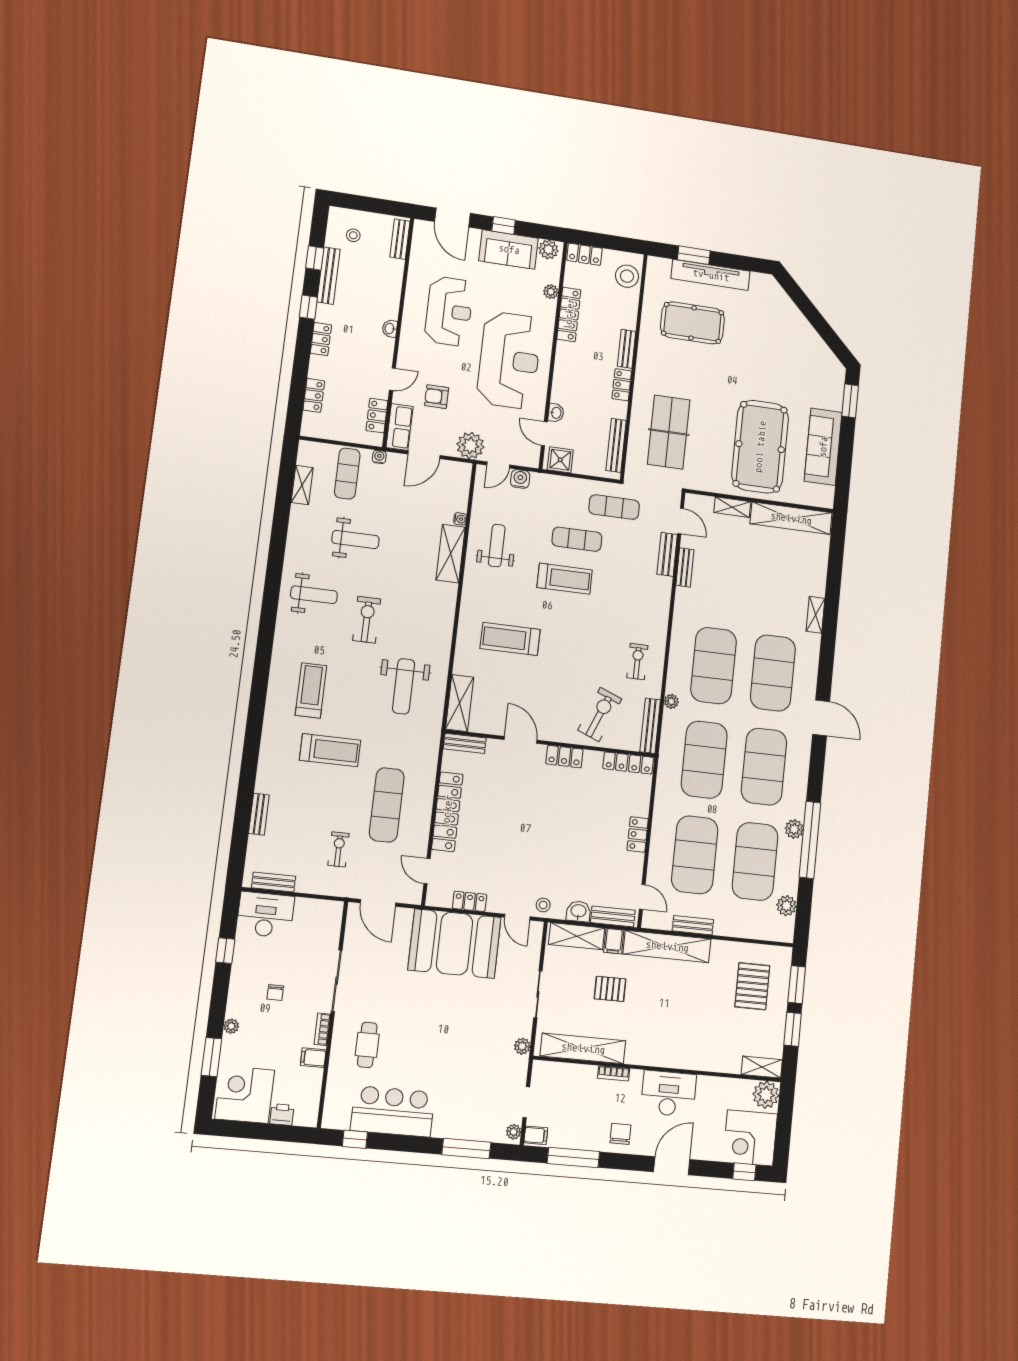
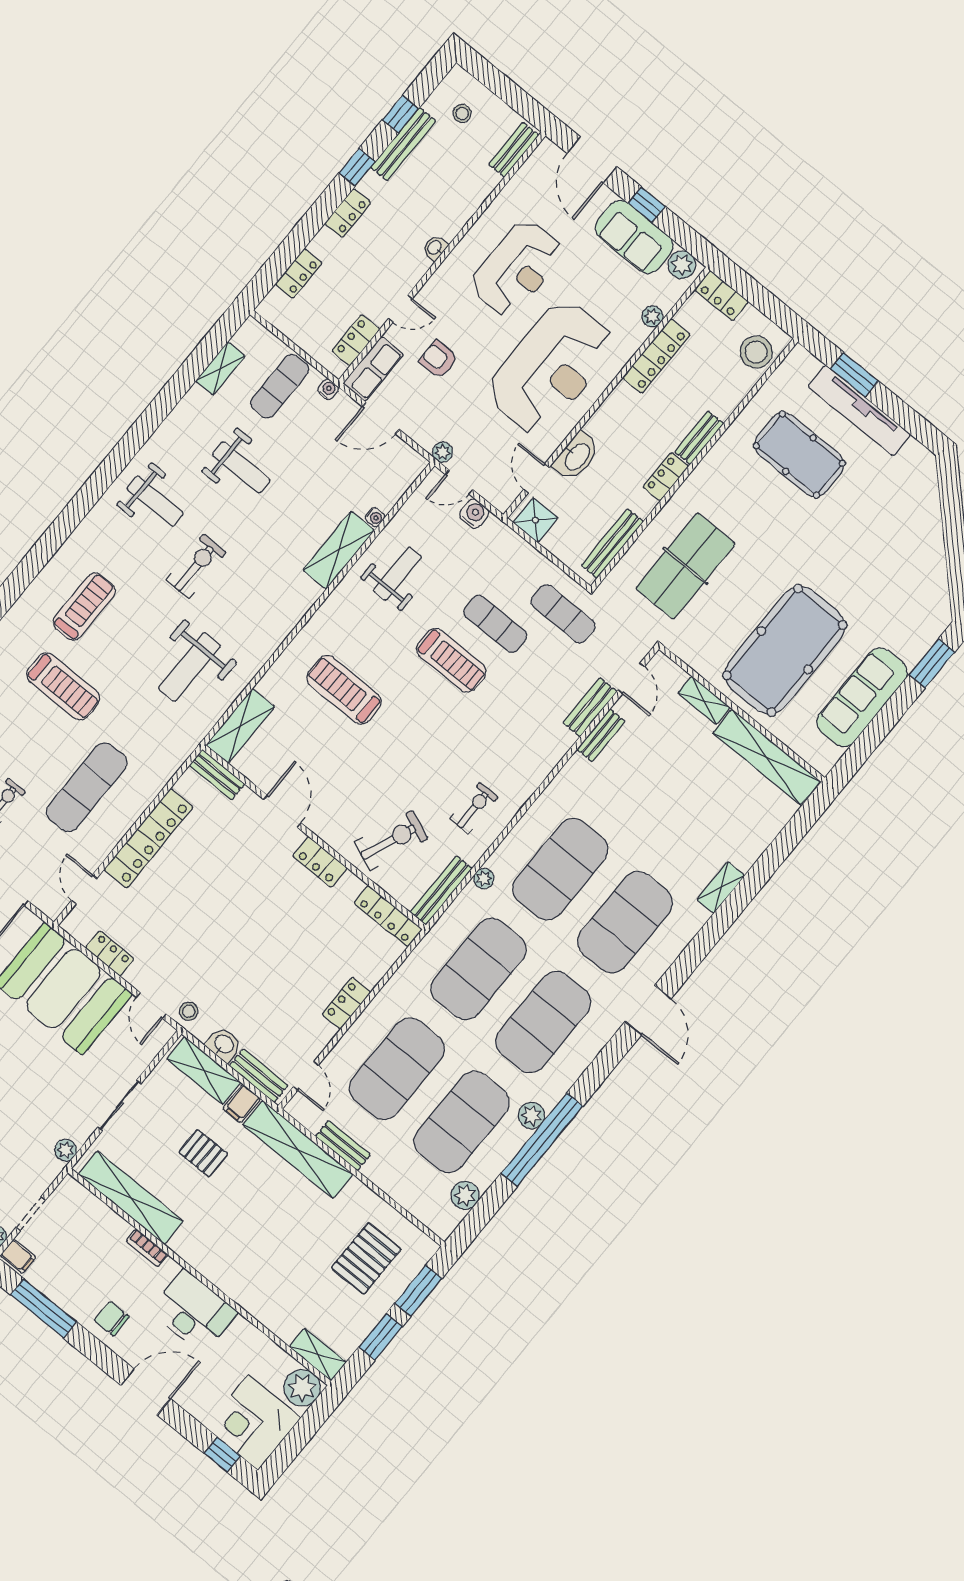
washbasin: (556, 413) -> (577, 456), width x1.91, depth x1.45
plant: (470, 446) -> (442, 452), width x0.53, depth x0.53
chair: (620, 1134) -> (112, 1319), turned -90

